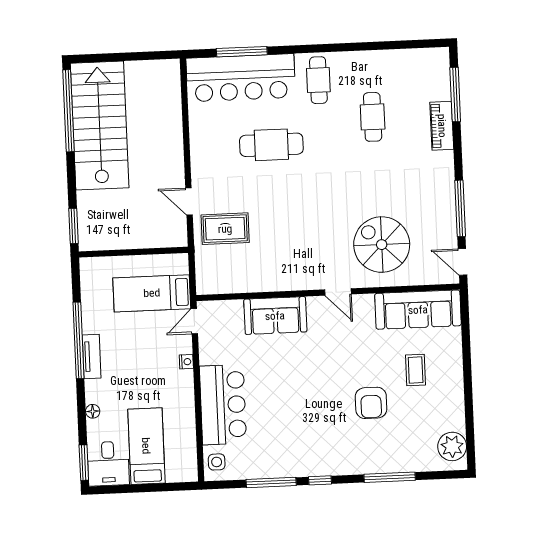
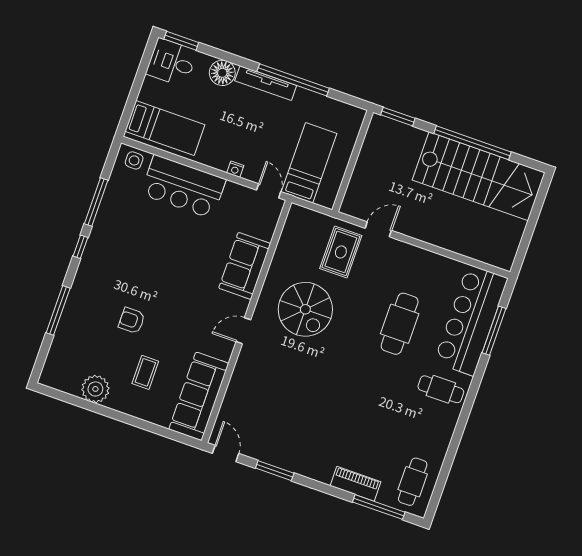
window: (68, 111) -> (473, 143), moved
cafe table: (373, 117) -> (413, 482), moved, turned 90
window: (460, 208) -> (275, 471), width x0.69
spiral stairs: (382, 245) -> (305, 309), moved, turned 90
door: (462, 262) -> (226, 453), hinge flipped
tv unit: (92, 356) -> (266, 83), width x1.41
coffee table: (416, 370) -> (145, 372), turned 90
armchair: (371, 403) -> (132, 320), width x0.72, depth x0.72
floor lamp: (93, 411) -> (222, 73), width x1.89, depth x1.89
bed: (146, 446) -> (165, 128), moved
plant: (452, 446) -> (95, 389), moved

